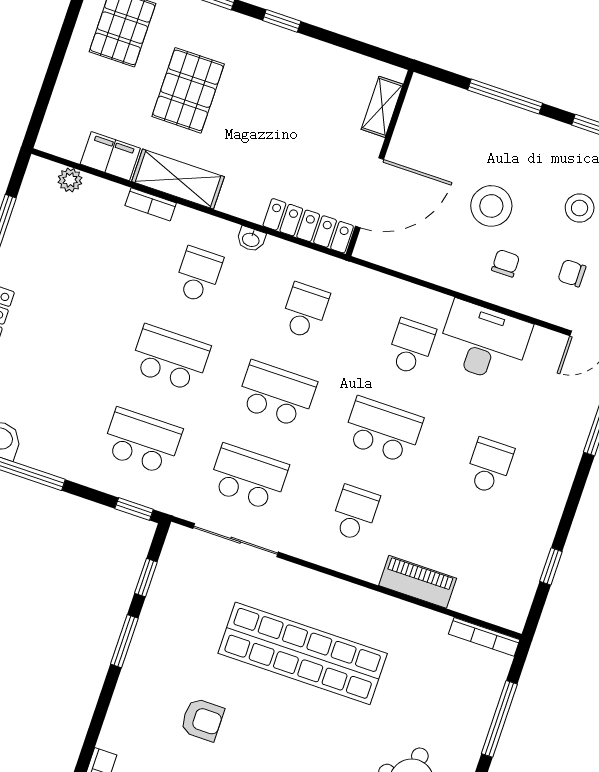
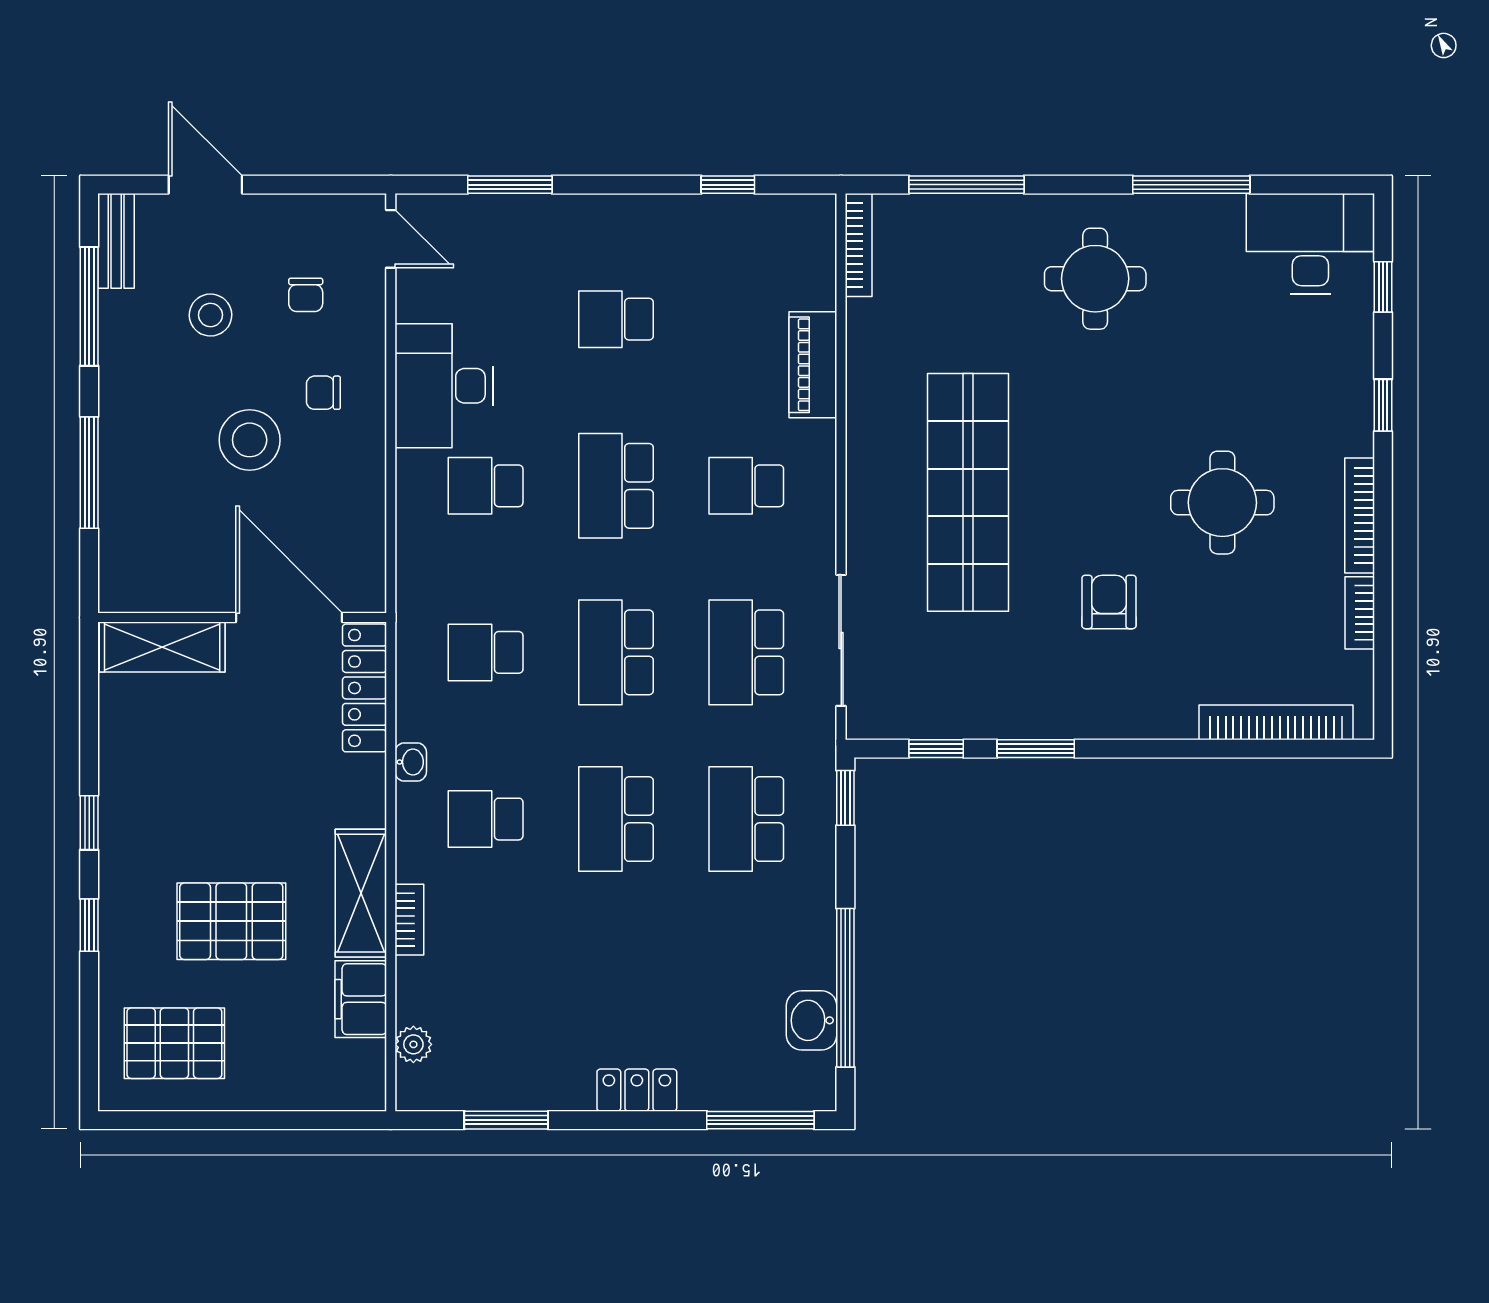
shelving: (382, 107) -> (162, 647), width x1.50, depth x1.33

